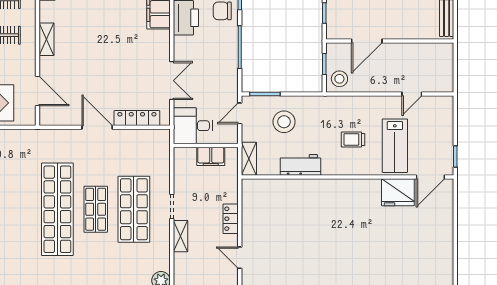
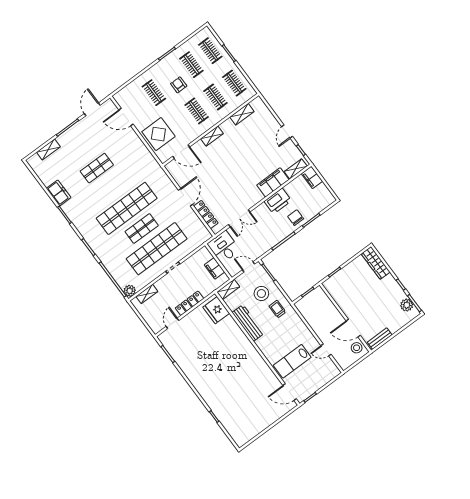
door: (367, 41) -> (353, 328), moved
stool: (339, 79) -> (357, 348), moved
door: (37, 91) -> (181, 152), hinge flipped
trolley: (353, 139) -> (277, 309), moved
workbench: (300, 165) -> (248, 323), width x1.38
fridge: (398, 192) -> (216, 310), moved
shop shelf: (134, 209) -> (157, 249), width x1.40
locker: (231, 219) -> (189, 303), width x1.53
shelving: (181, 236) -> (147, 294), moved

